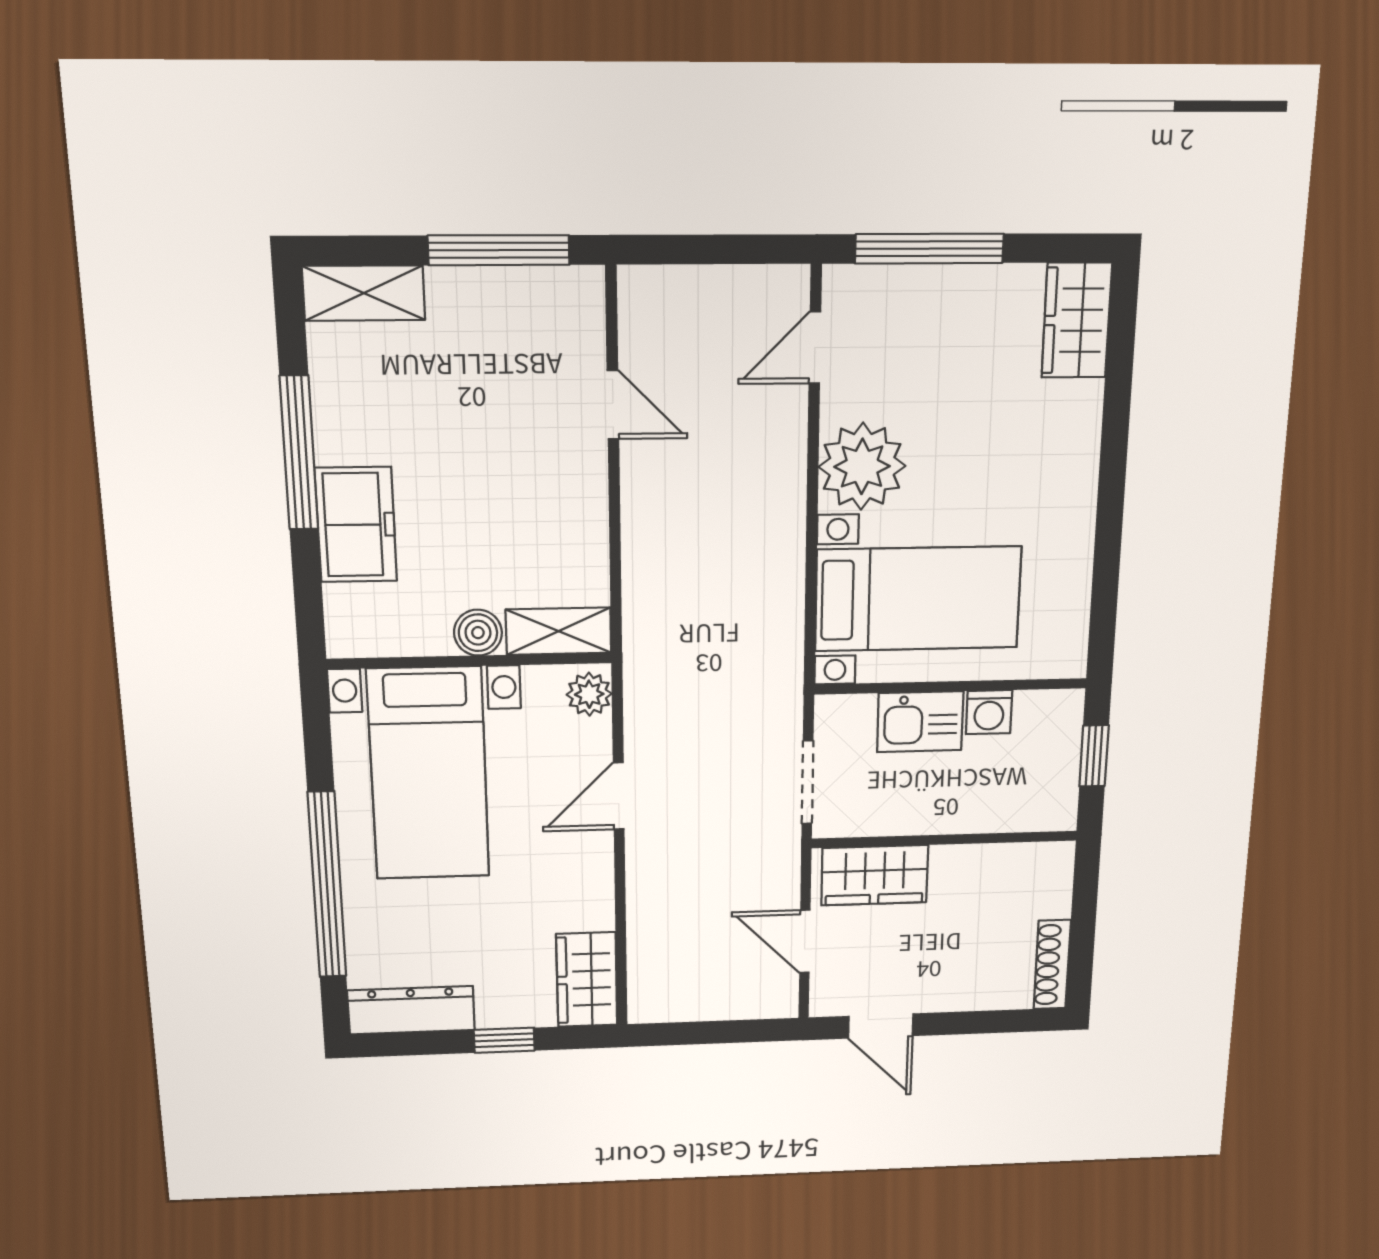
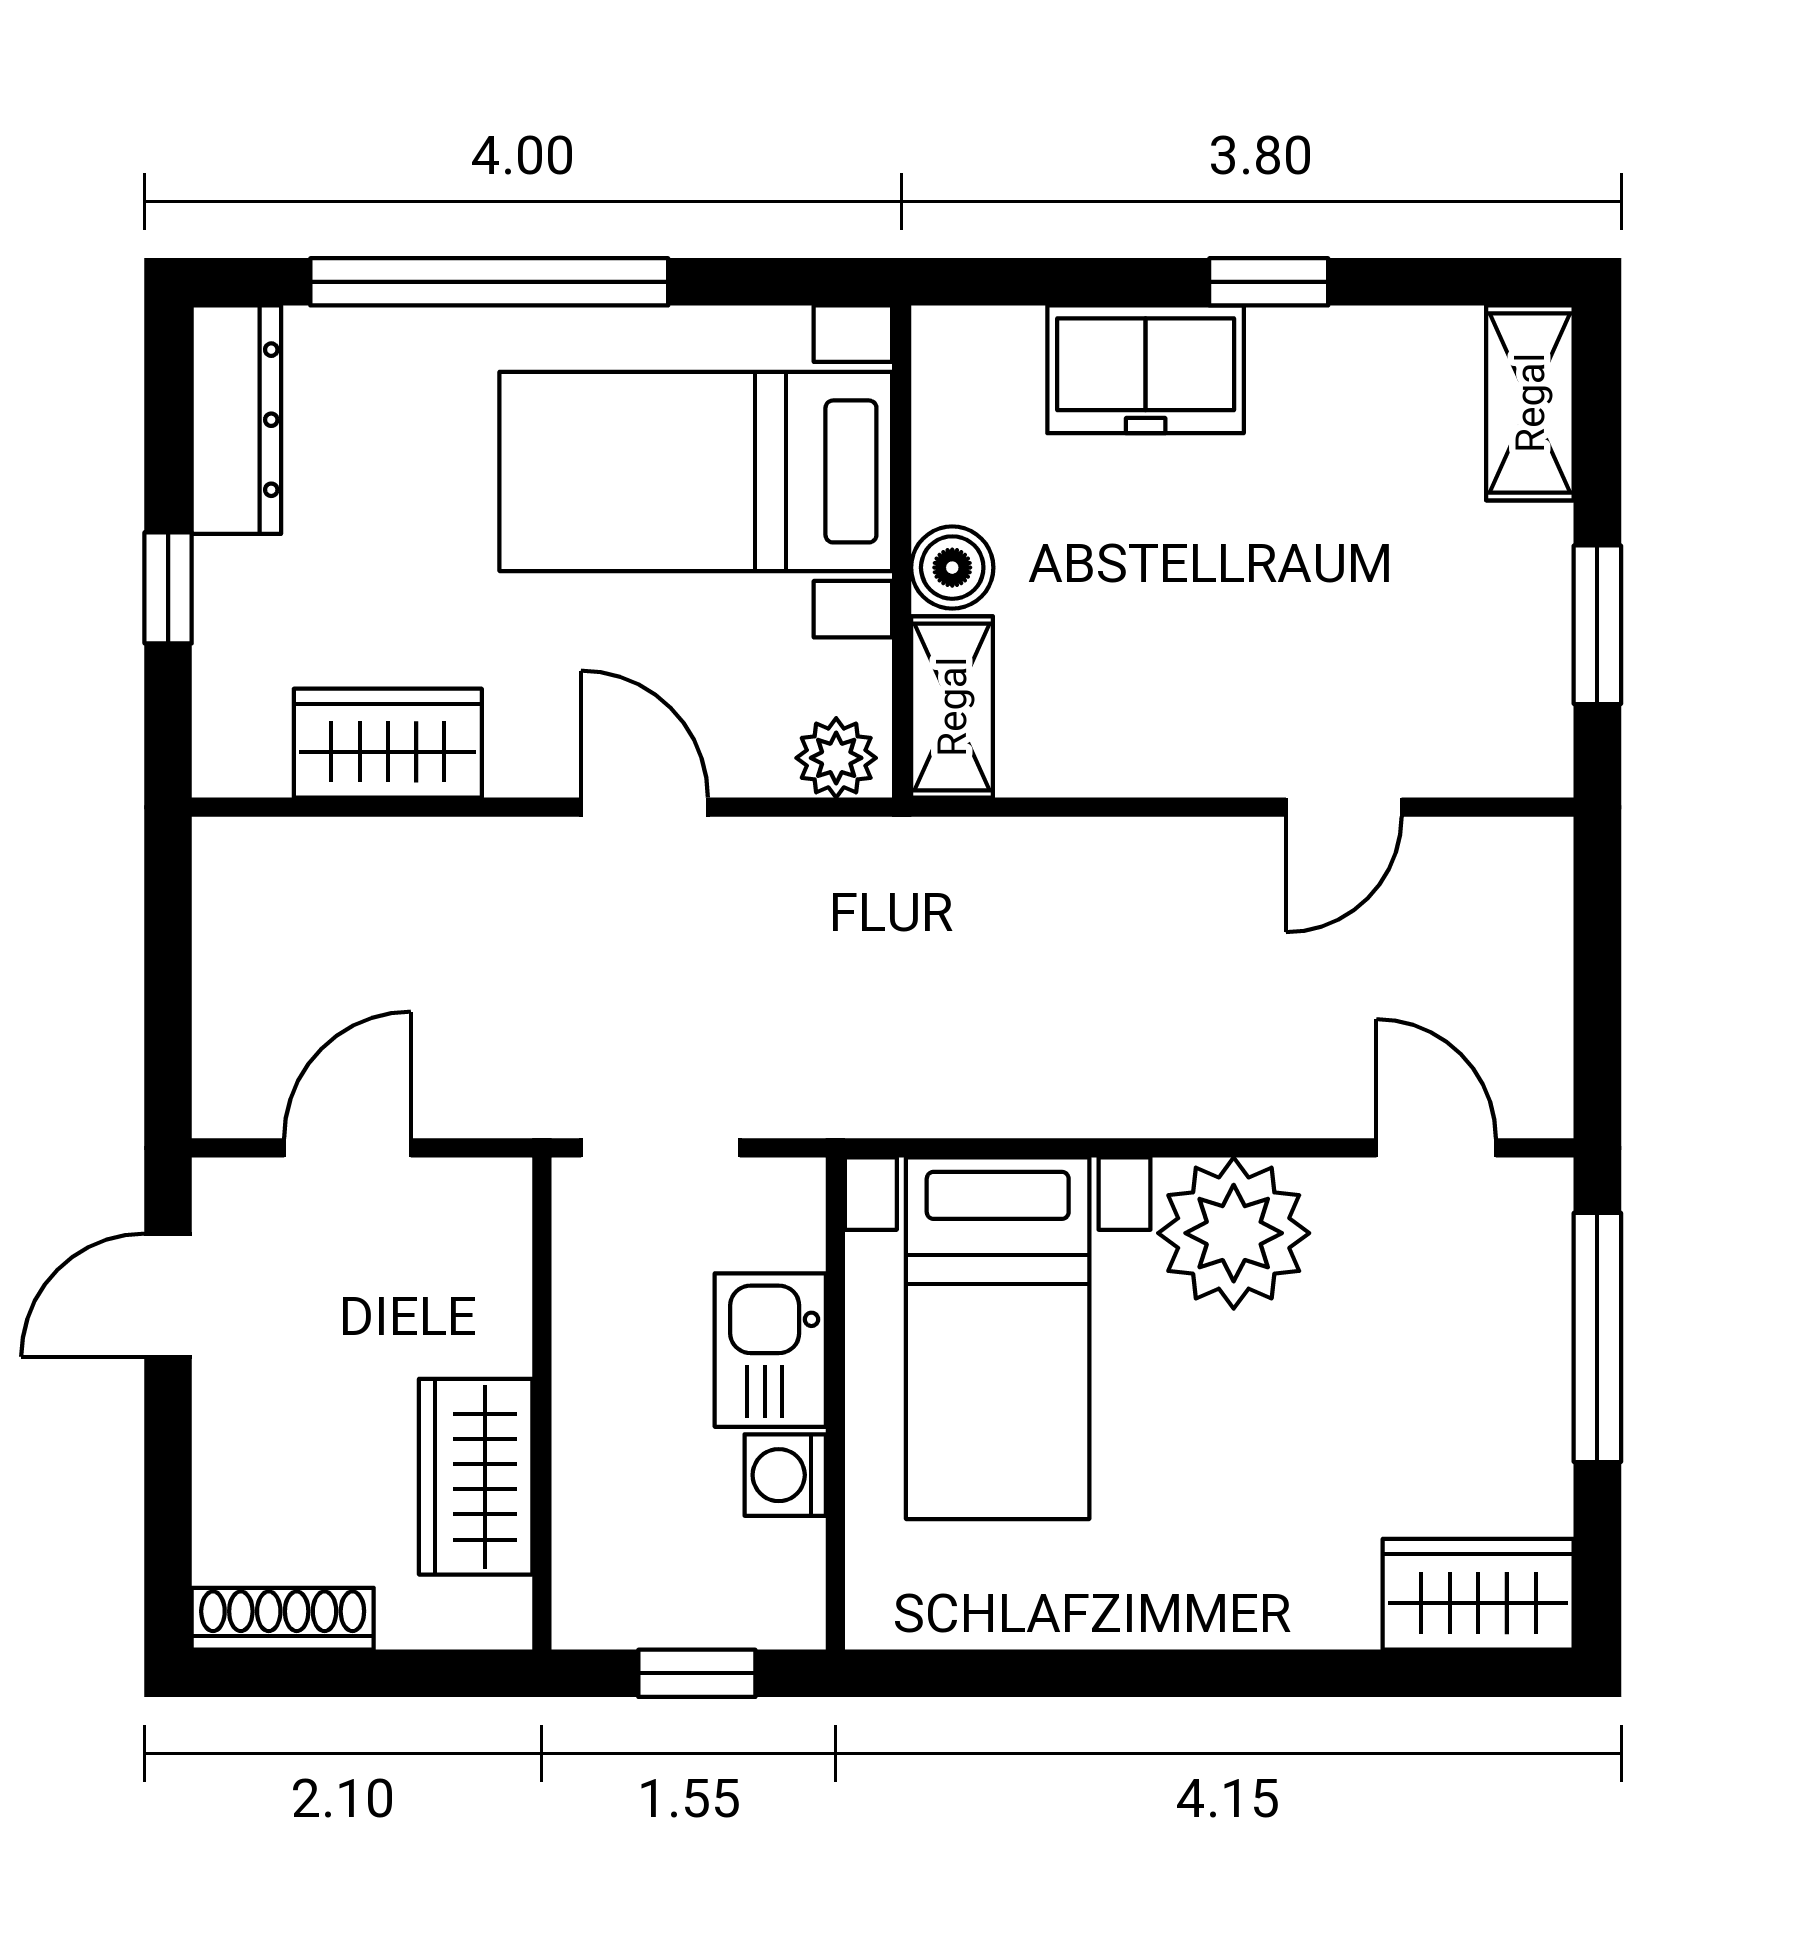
window: (499, 250) -> (1597, 625), width x0.69
window: (299, 453) -> (1269, 282), width x0.46
wardrobe: (875, 875) -> (476, 1477), moved
wardrobe: (587, 980) -> (388, 743), moved

